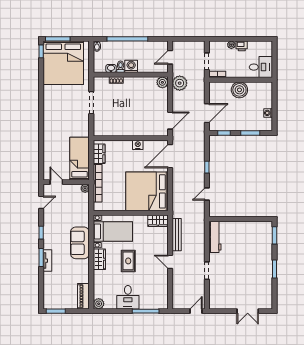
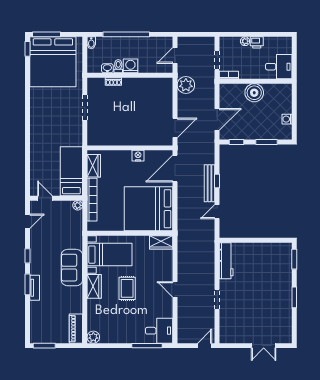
plant: (162, 82) -> (166, 84), removed
bench: (177, 235) -> (209, 183), moved
desk: (128, 297) -> (159, 331), moved, turned -90

